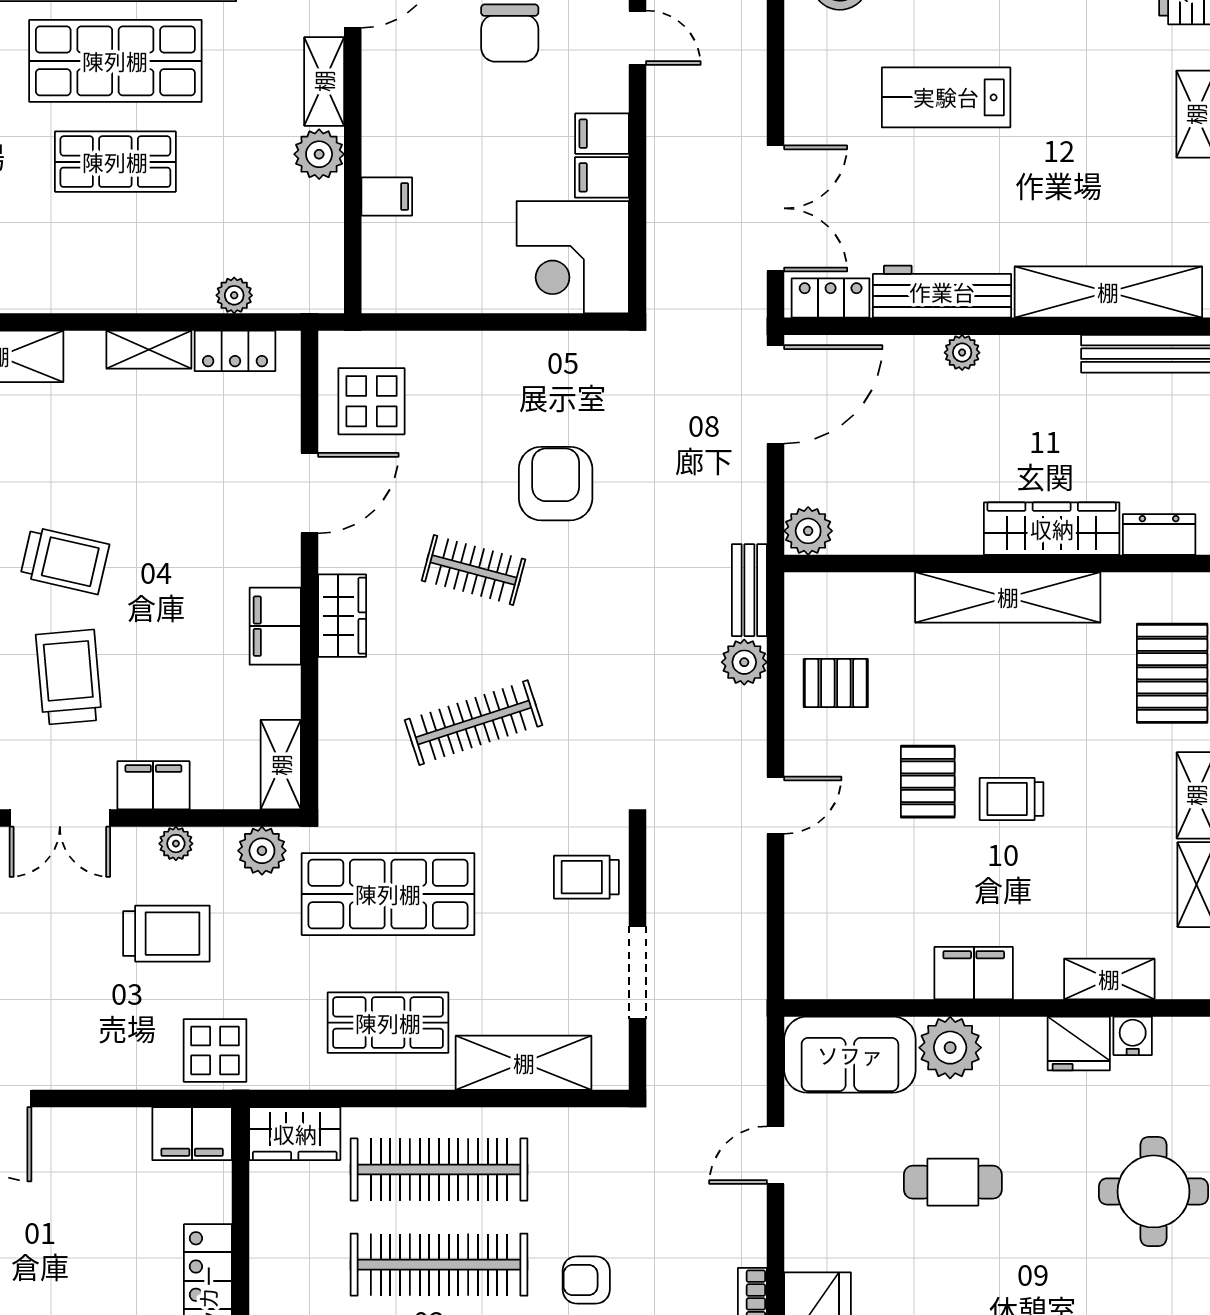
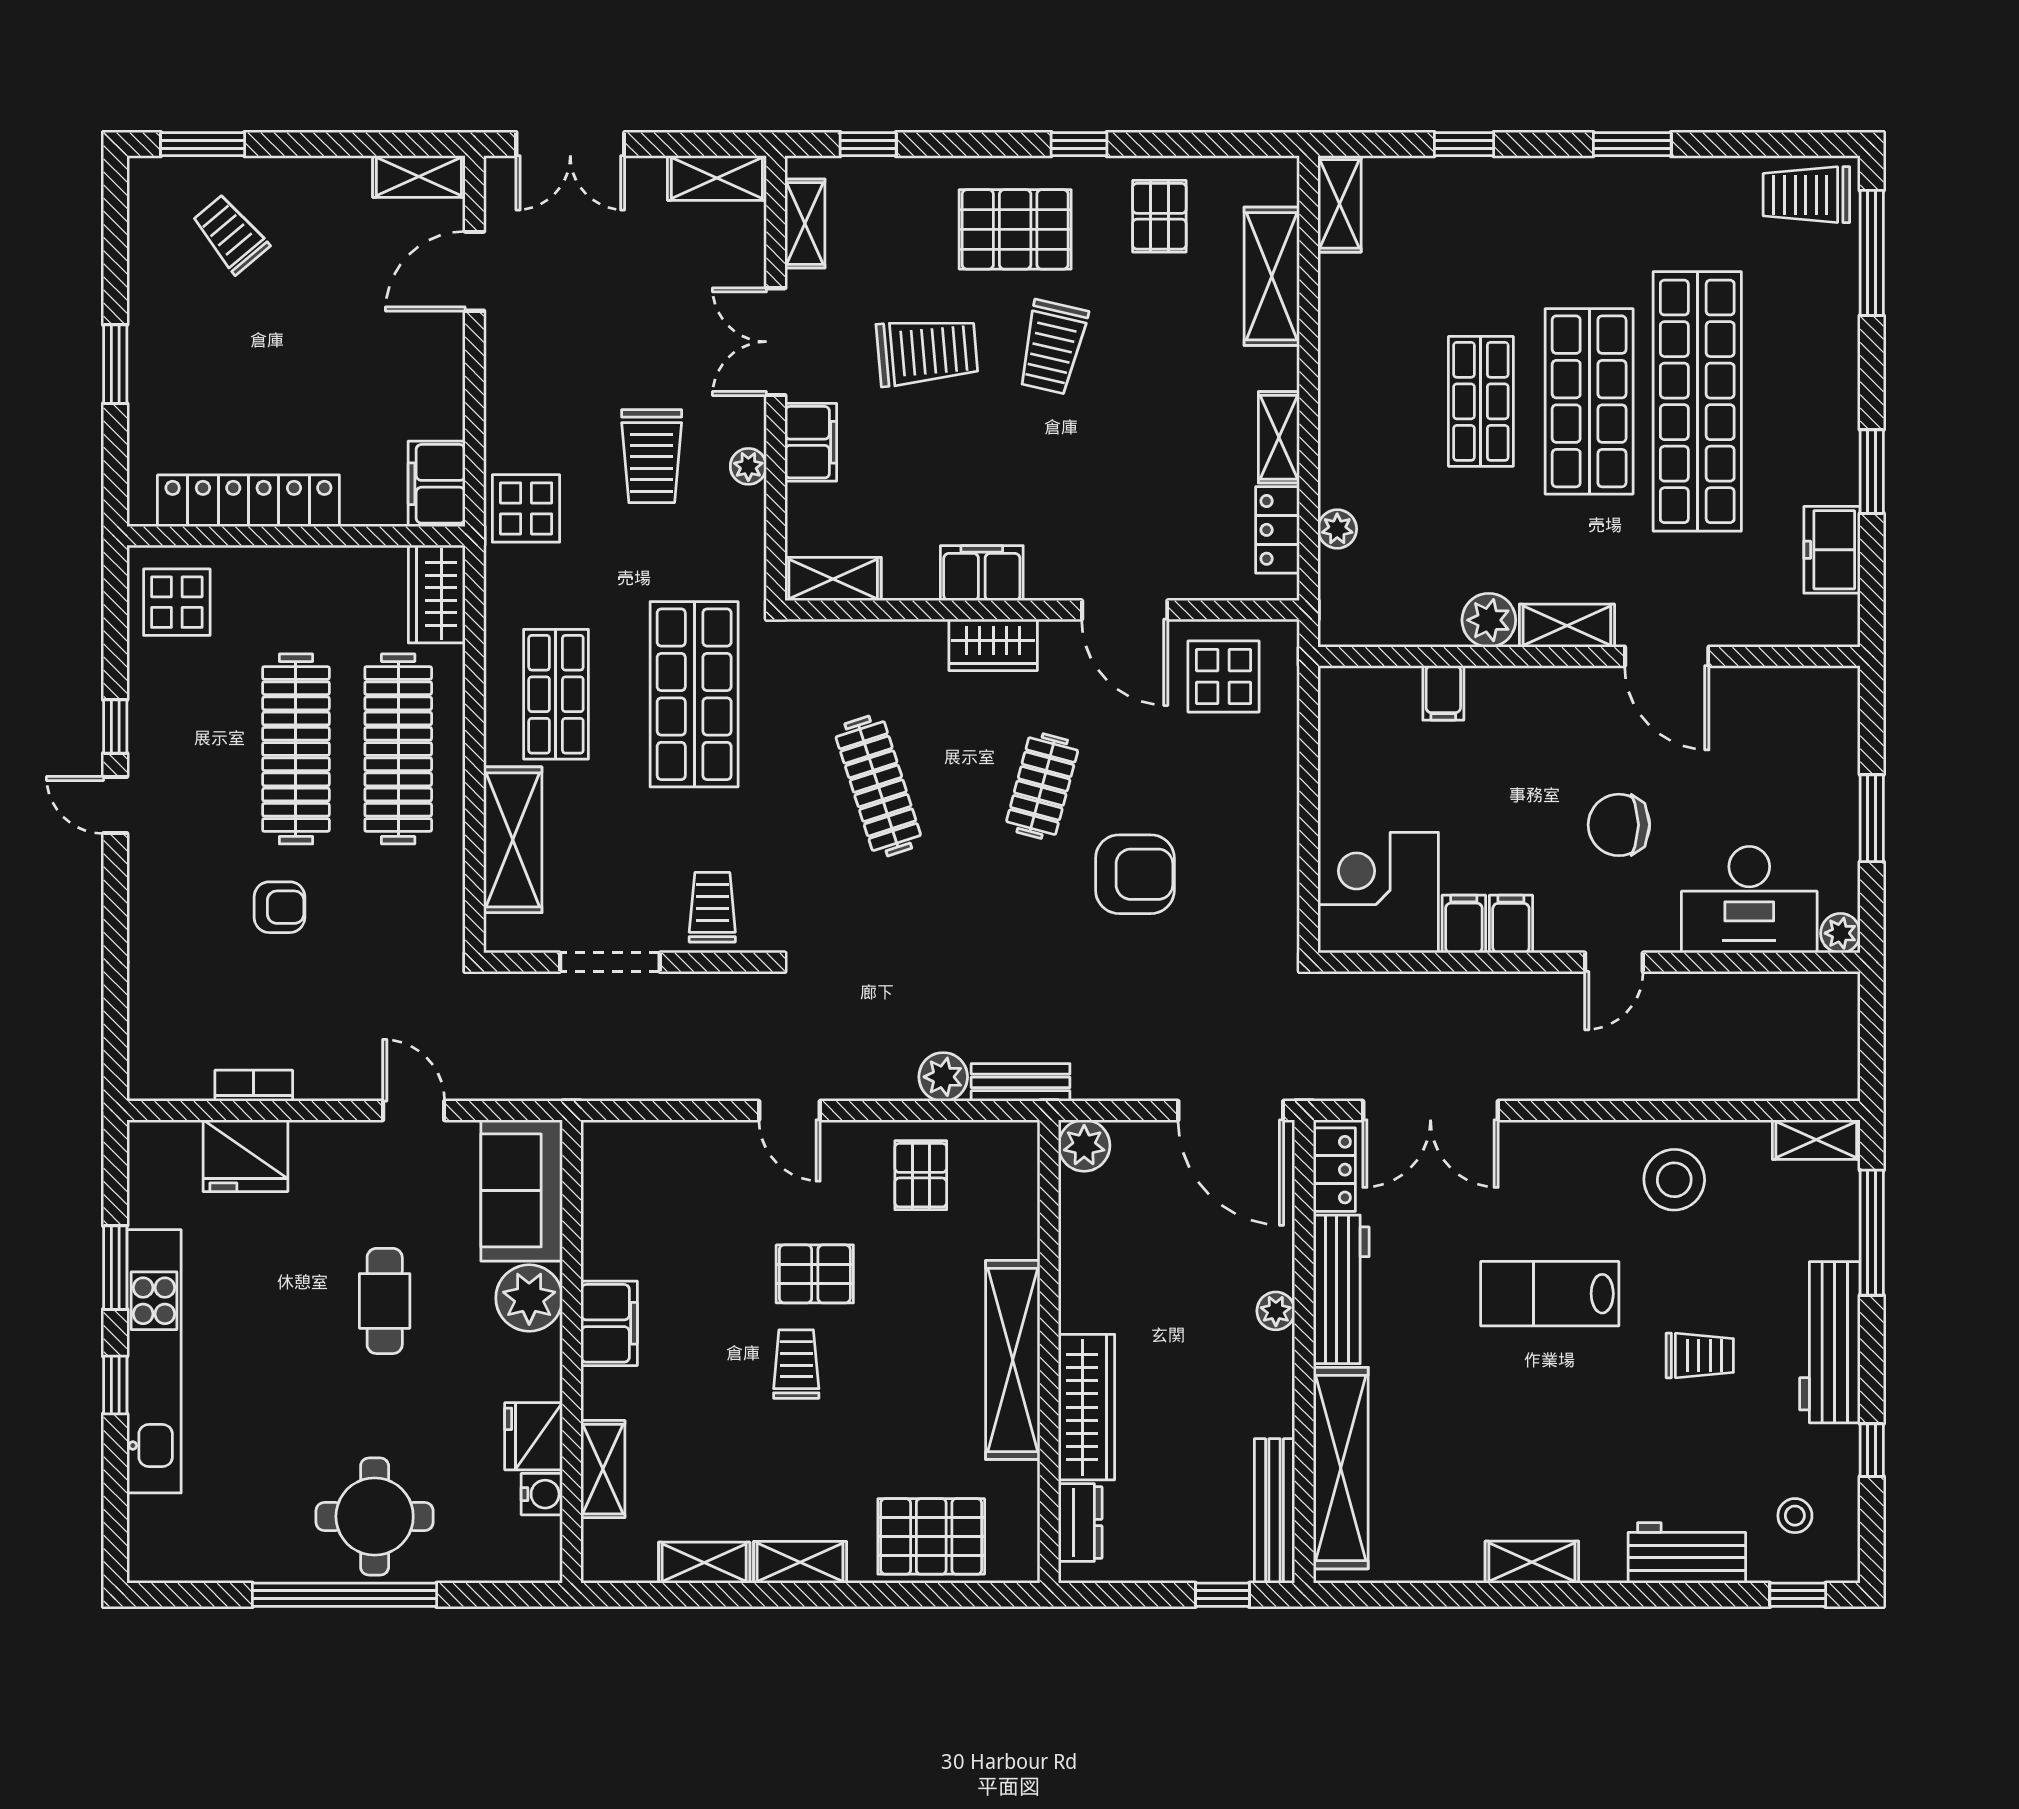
lab bench: (946, 97) -> (1550, 1294), turned -90
plant: (262, 851) -> (741, 559), removed
armchair: (586, 1280) -> (280, 907), turned 90

